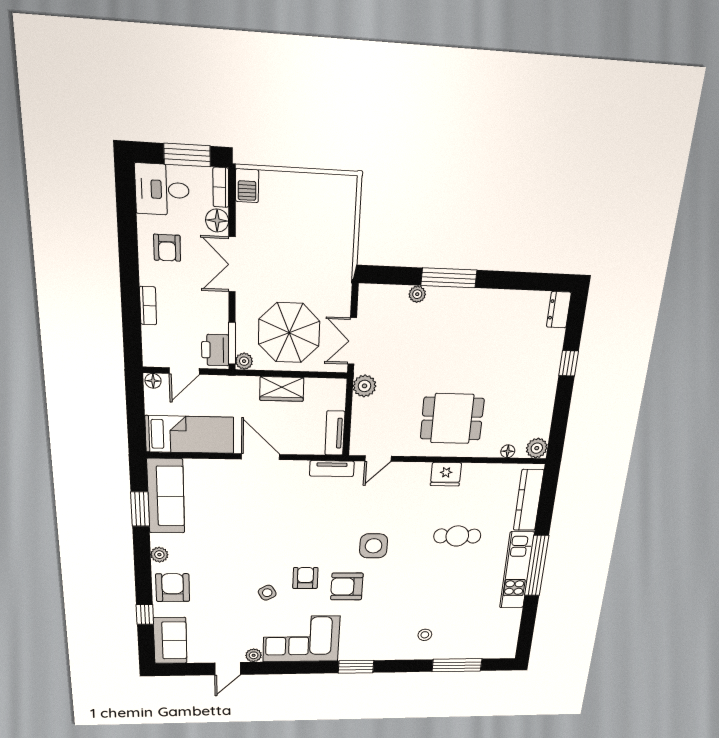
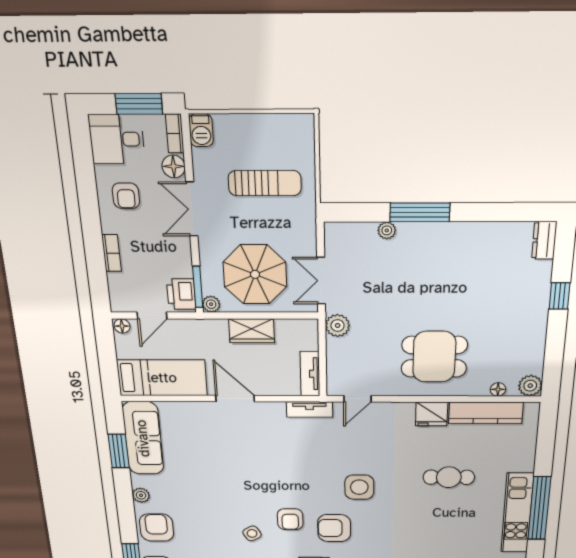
sun lounger: (305, 242) -> (265, 183), added
kitchen counter: (529, 500) -> (486, 413), moved, turned -90
armchair: (305, 578) -> (290, 519), turned 180

